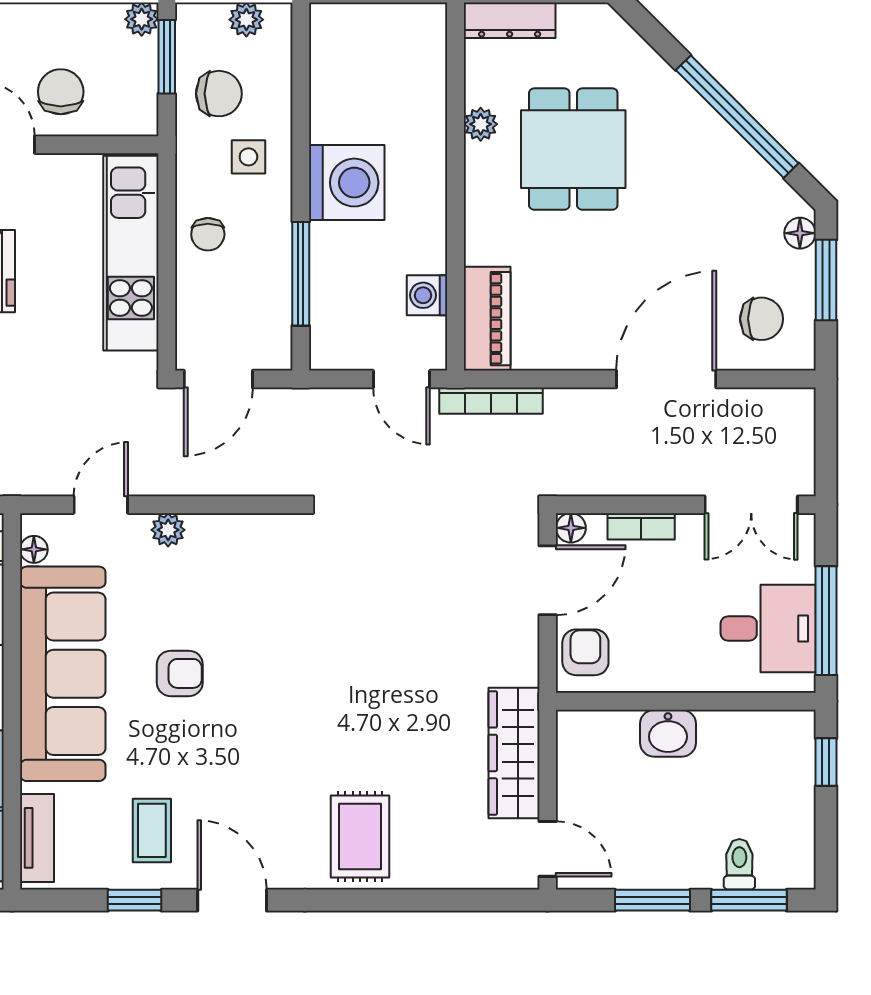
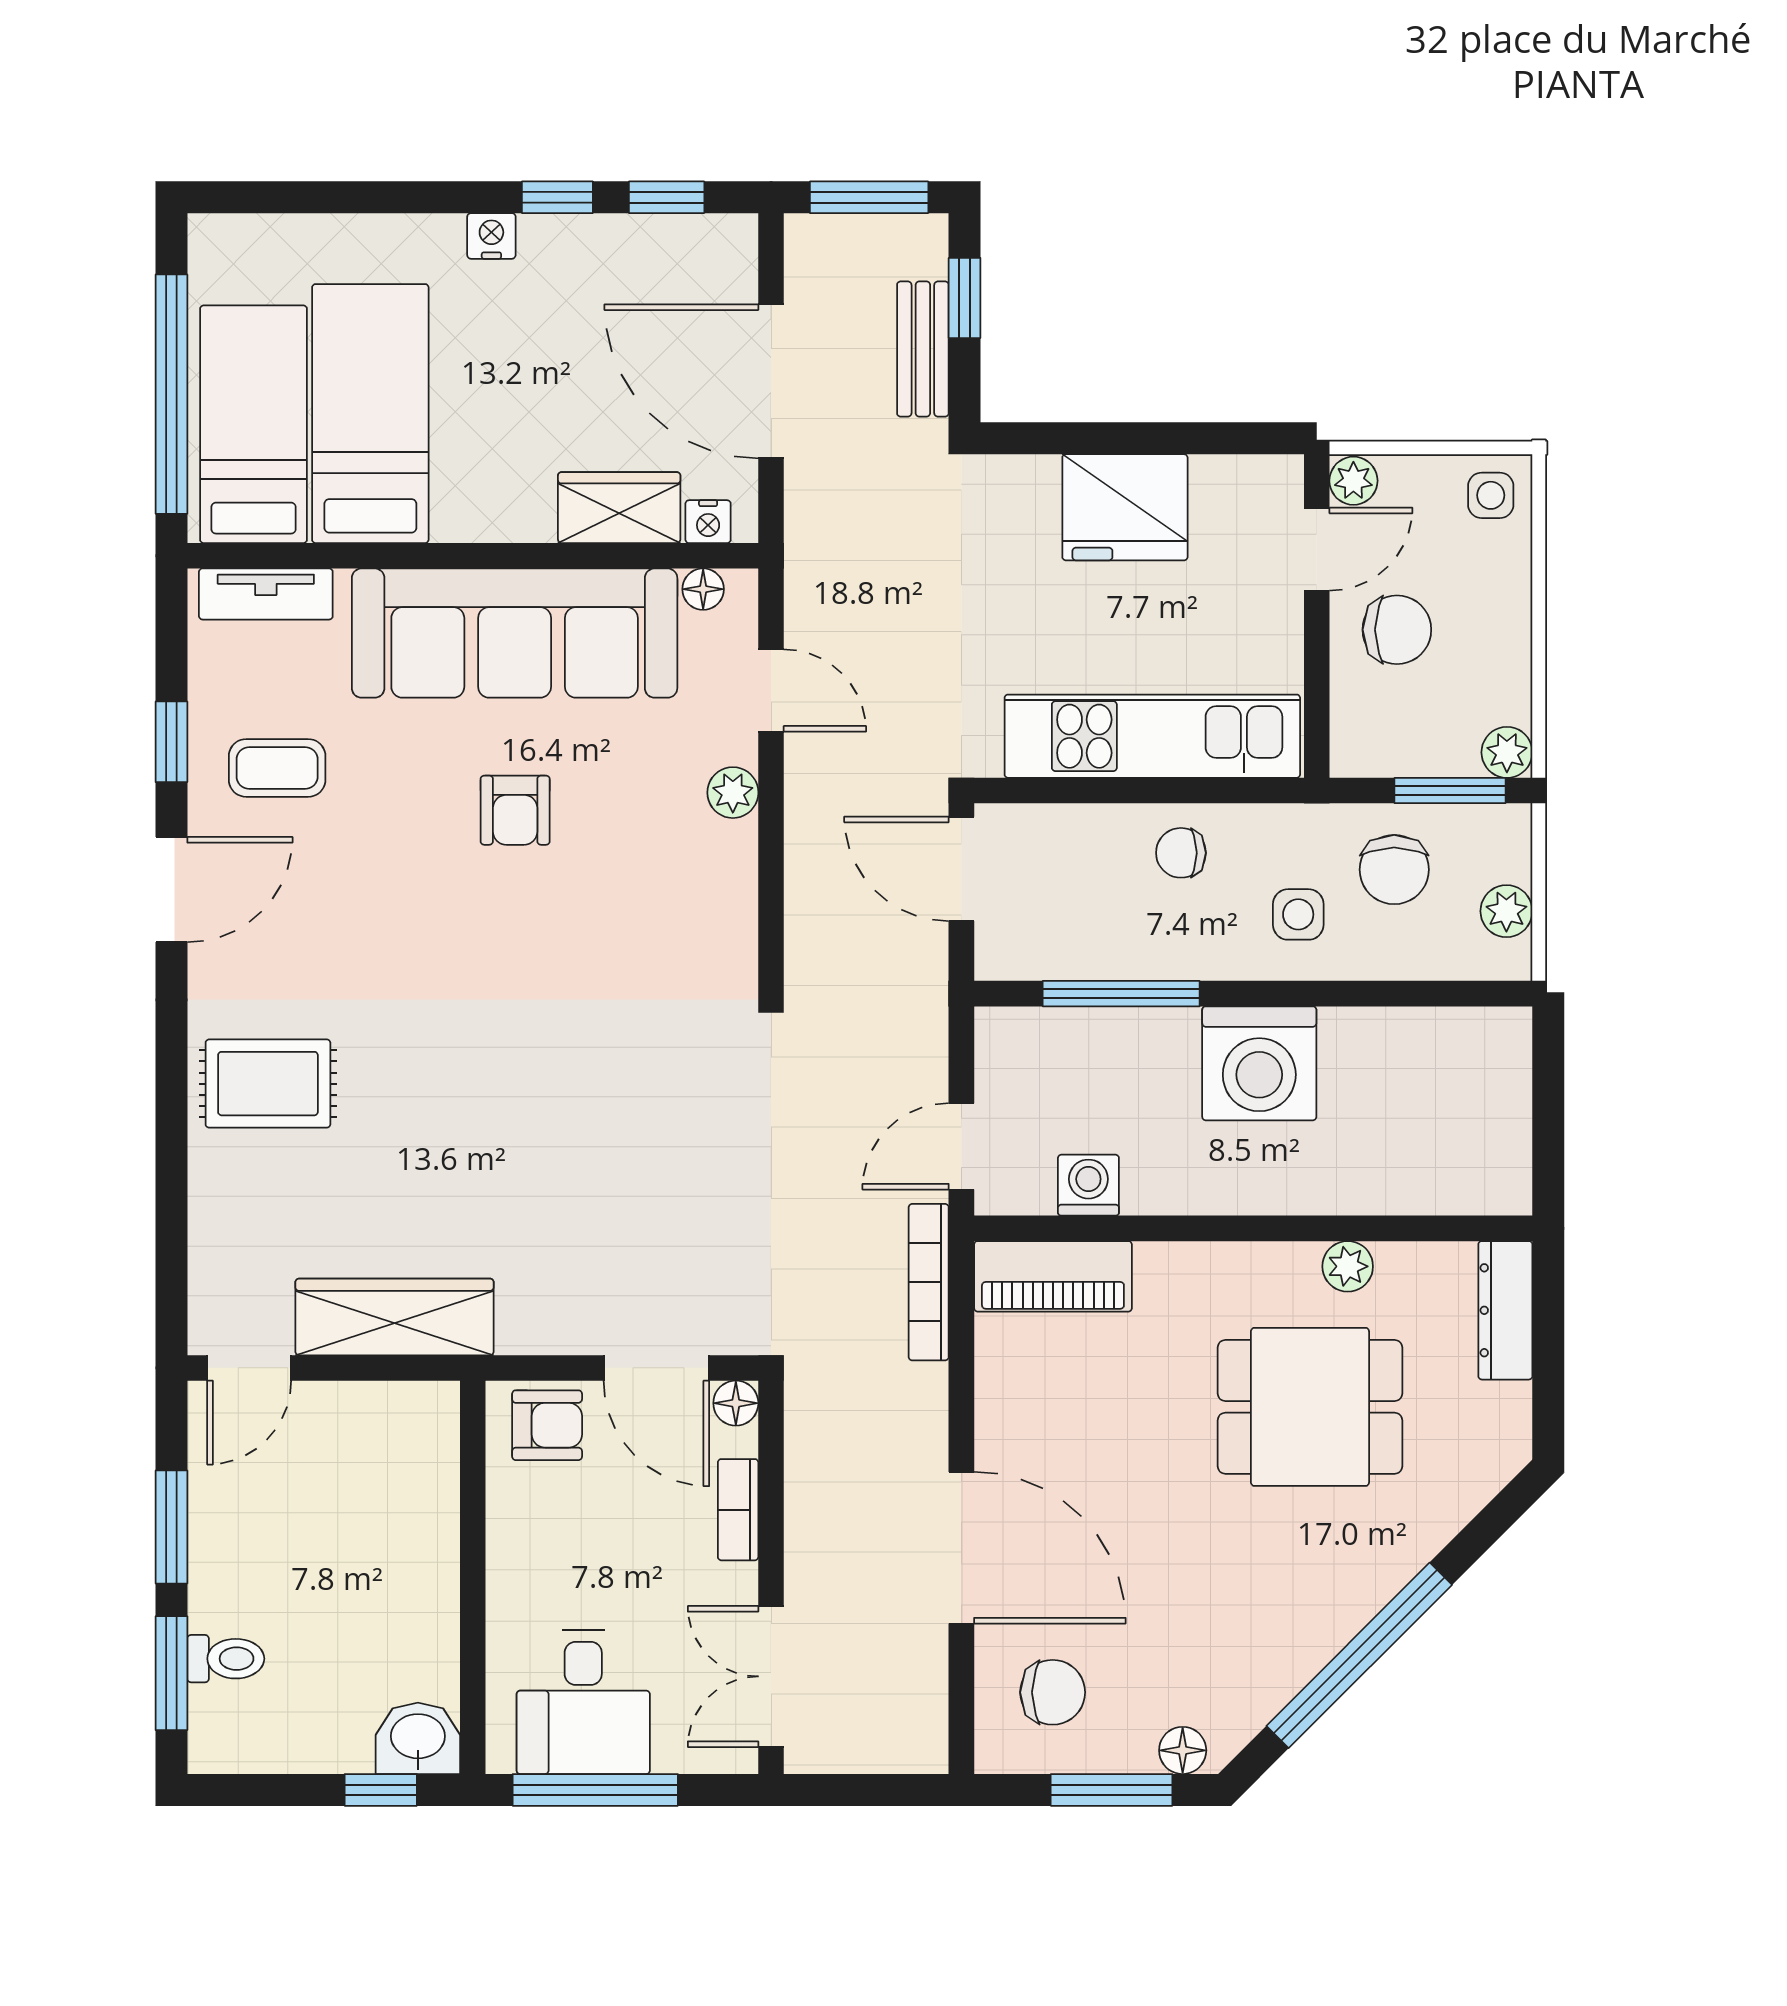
chair: (762, 319) -> (1053, 1692), turned -90
washbasin: (668, 733) -> (418, 1738), moved, turned 90

